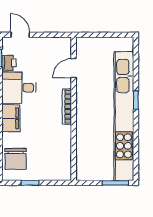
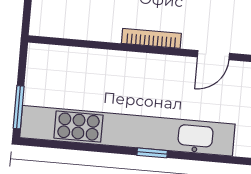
door: (74, 68) -> (213, 55), swing flipped

